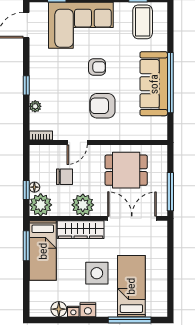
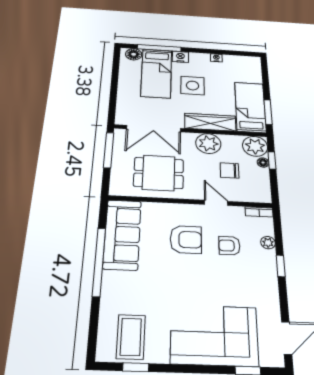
armchair: (97, 67) -> (229, 246), moved
sofa: (154, 84) -> (122, 234), moved
door: (77, 142) -> (216, 203), hinge flipped
floor lamp: (59, 309) -> (134, 54), moved
nightstand: (88, 310) -> (180, 57), moved

